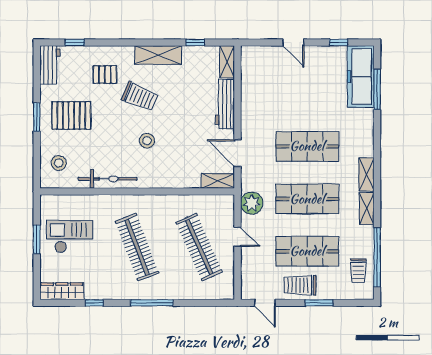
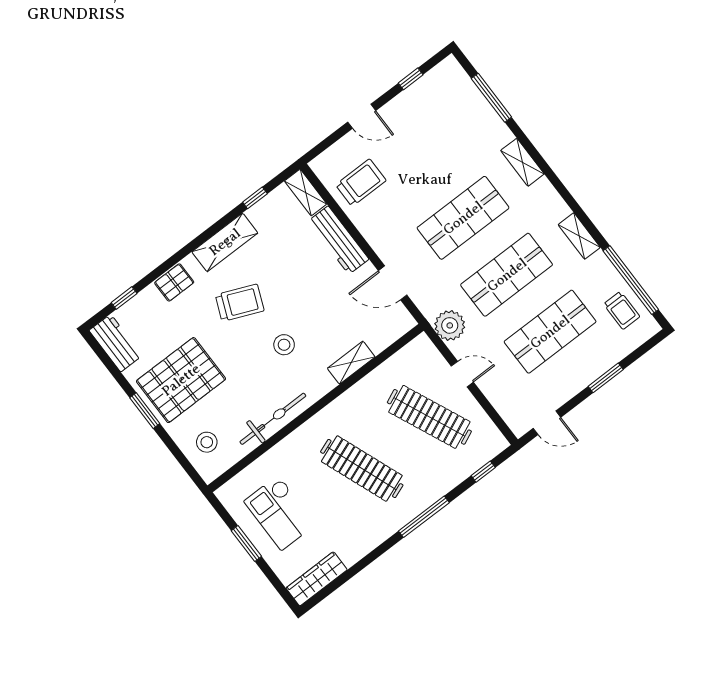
pallet: (105, 75) -> (174, 283), moved
freezer: (361, 77) -> (463, 98), removed
pallet: (71, 115) -> (181, 380), width x1.37, depth x1.41
shelving: (366, 175) -> (522, 162), moved
shelving: (218, 181) -> (351, 363), moved
checkout: (70, 236) -> (280, 513), turned -90
trolley: (300, 285) -> (361, 183), moved, turned 180
window: (94, 303) -> (483, 472), moved

